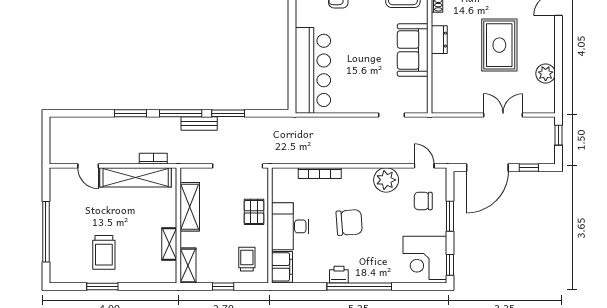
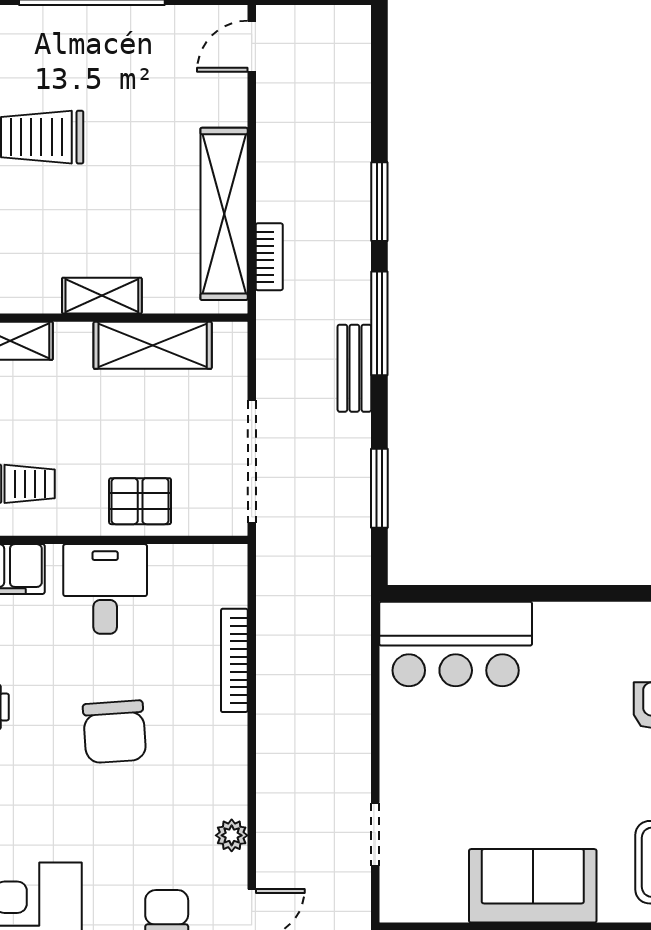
bar counter: (313, 70) -> (456, 644), width x0.73
window: (228, 113) -> (379, 488), moved
door: (88, 166) -> (252, 46), moved
plant: (386, 180) -> (232, 835), width x0.53, depth x0.53
desk: (290, 226) -> (105, 589), width x0.73
shelving: (169, 244) -> (102, 296), moved

